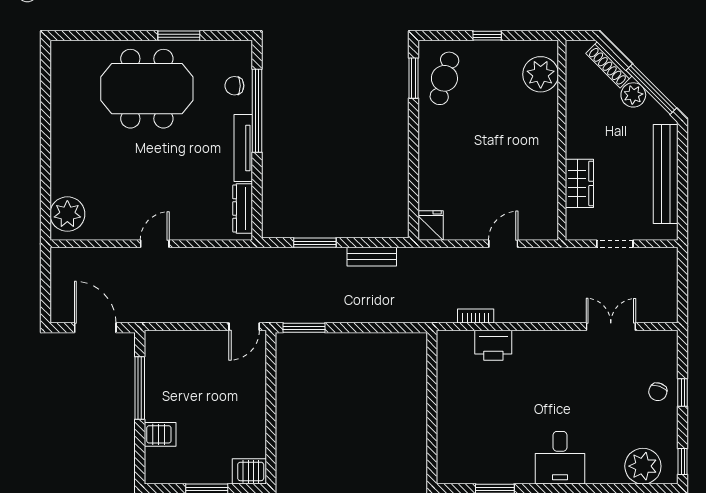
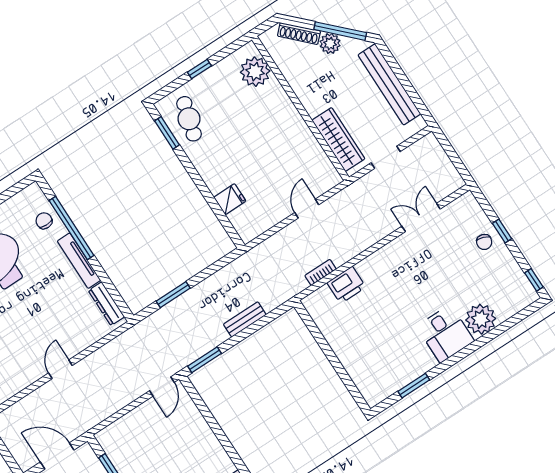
chair: (234, 86) -> (44, 221), turned 90
wardrobe: (579, 183) -> (338, 139), width x1.50
fridge: (431, 225) -> (230, 199), moved, turned 90
bench: (372, 257) -> (245, 319), moved
plant: (643, 466) -> (481, 319), moved

